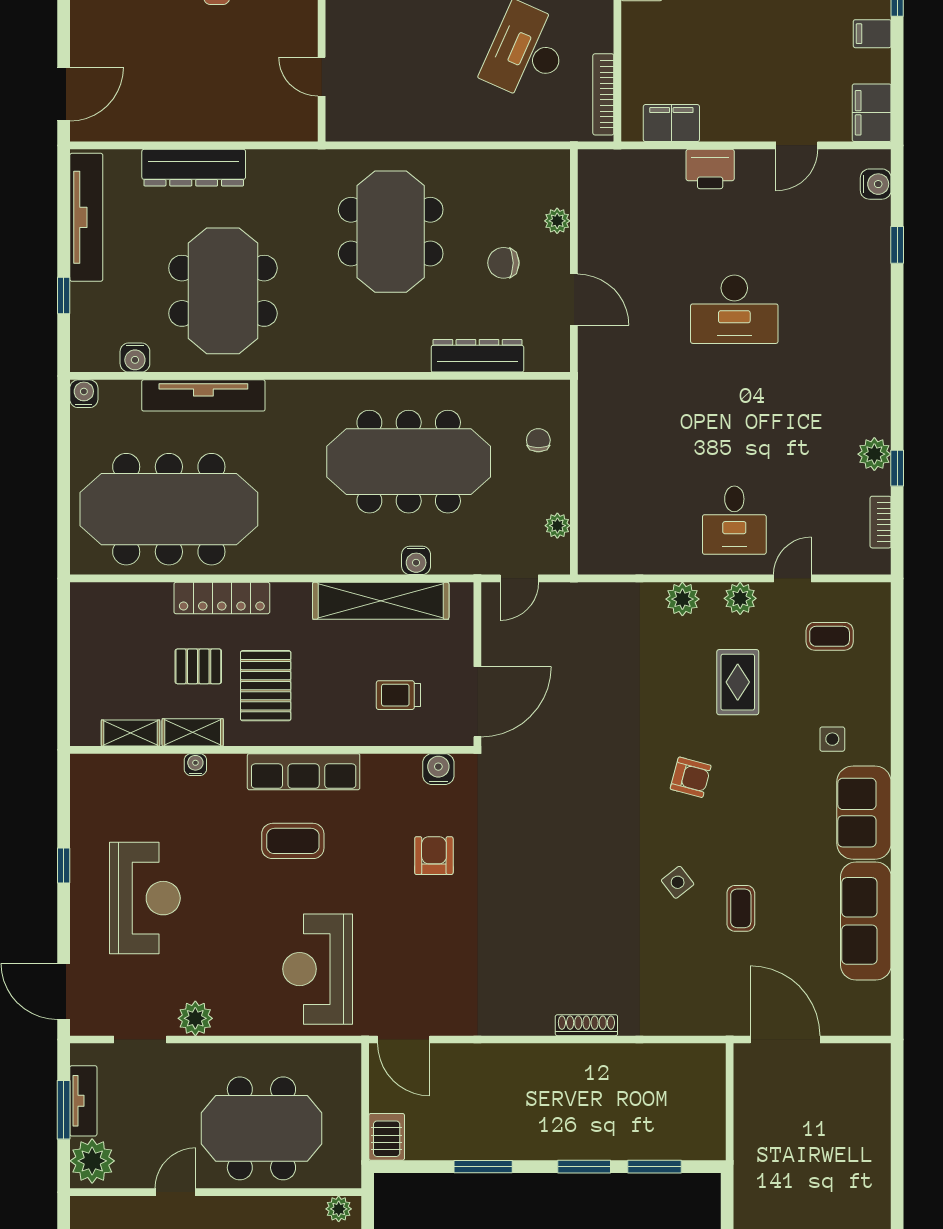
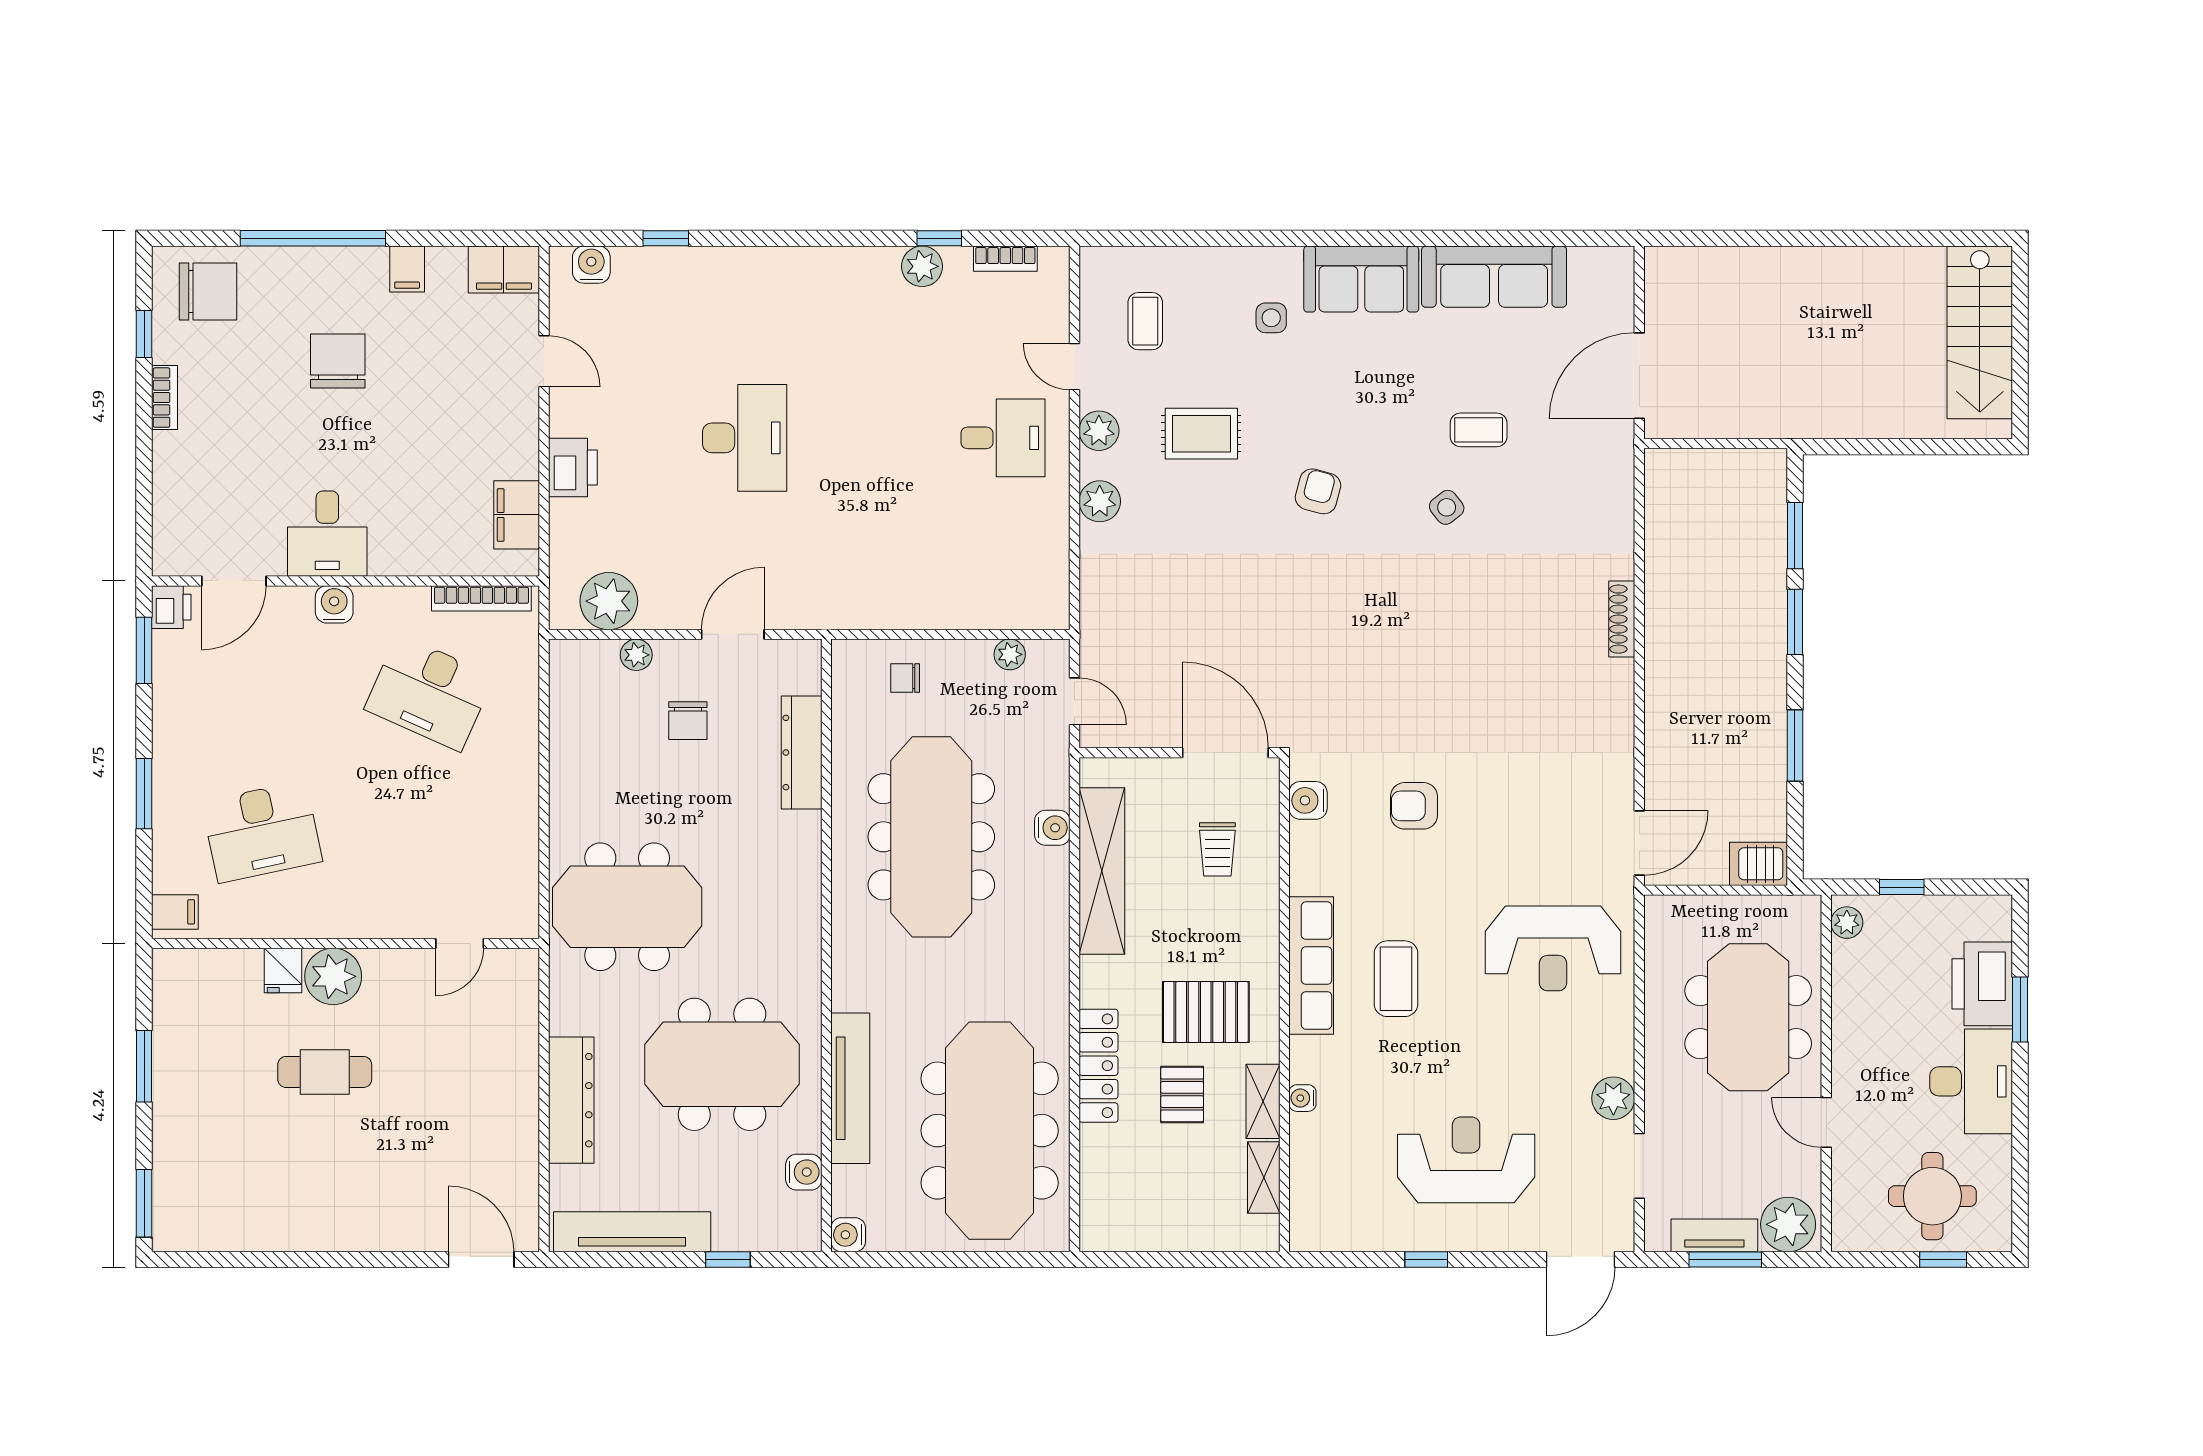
plant: (601, 198) -> (609, 601), added
meeting table: (391, 232) -> (627, 907), moved

